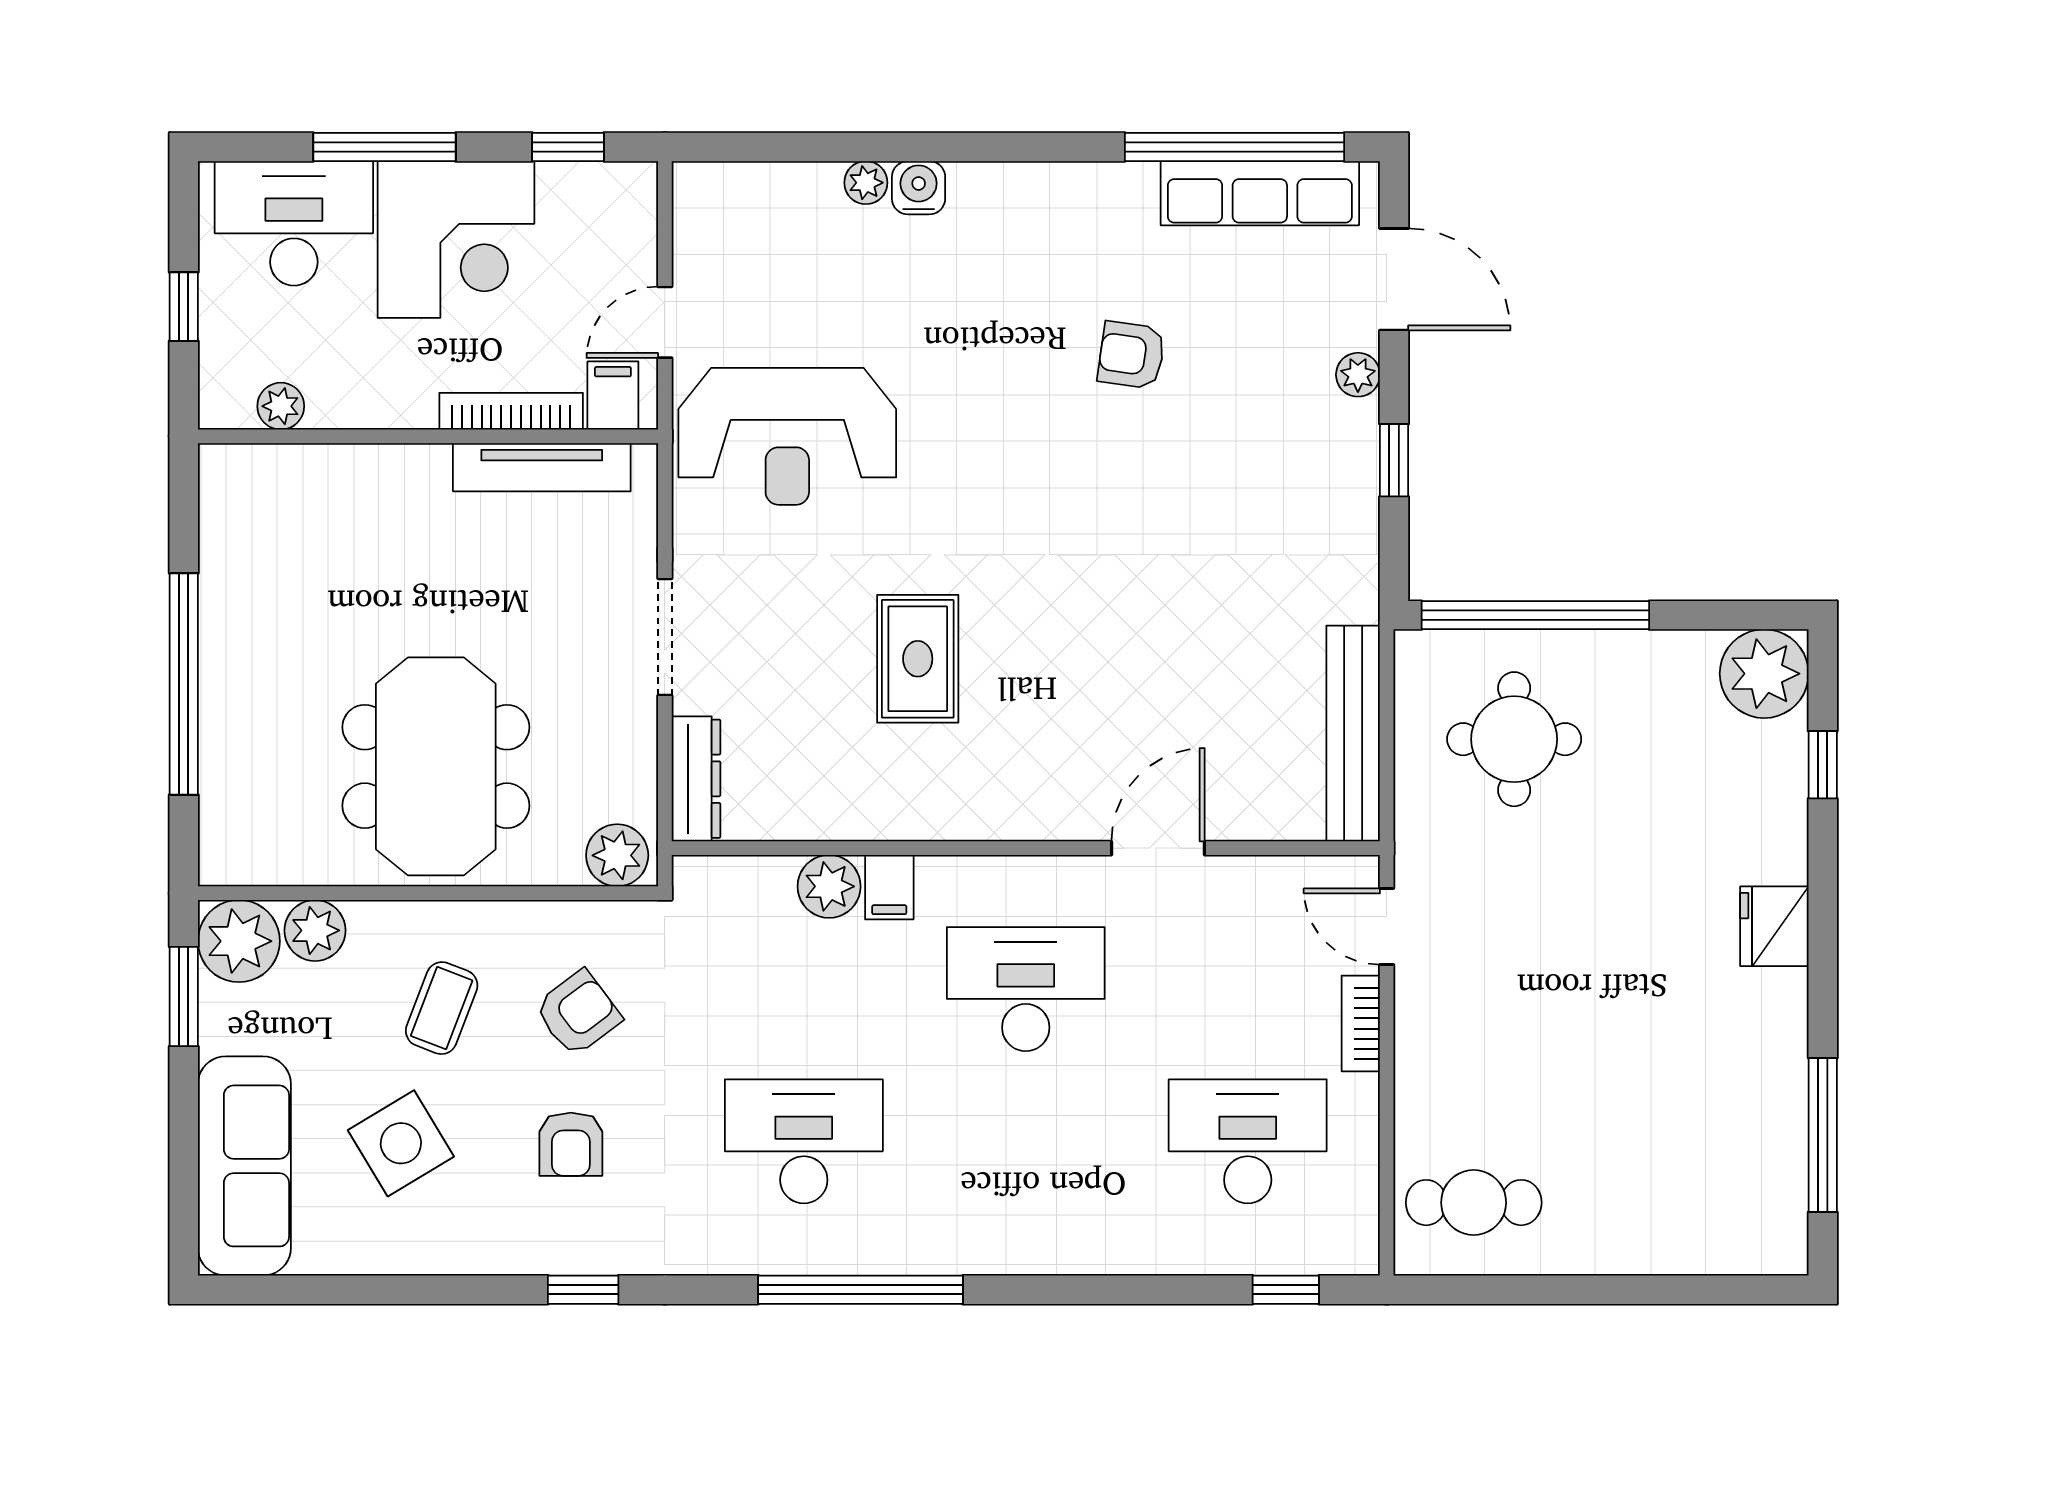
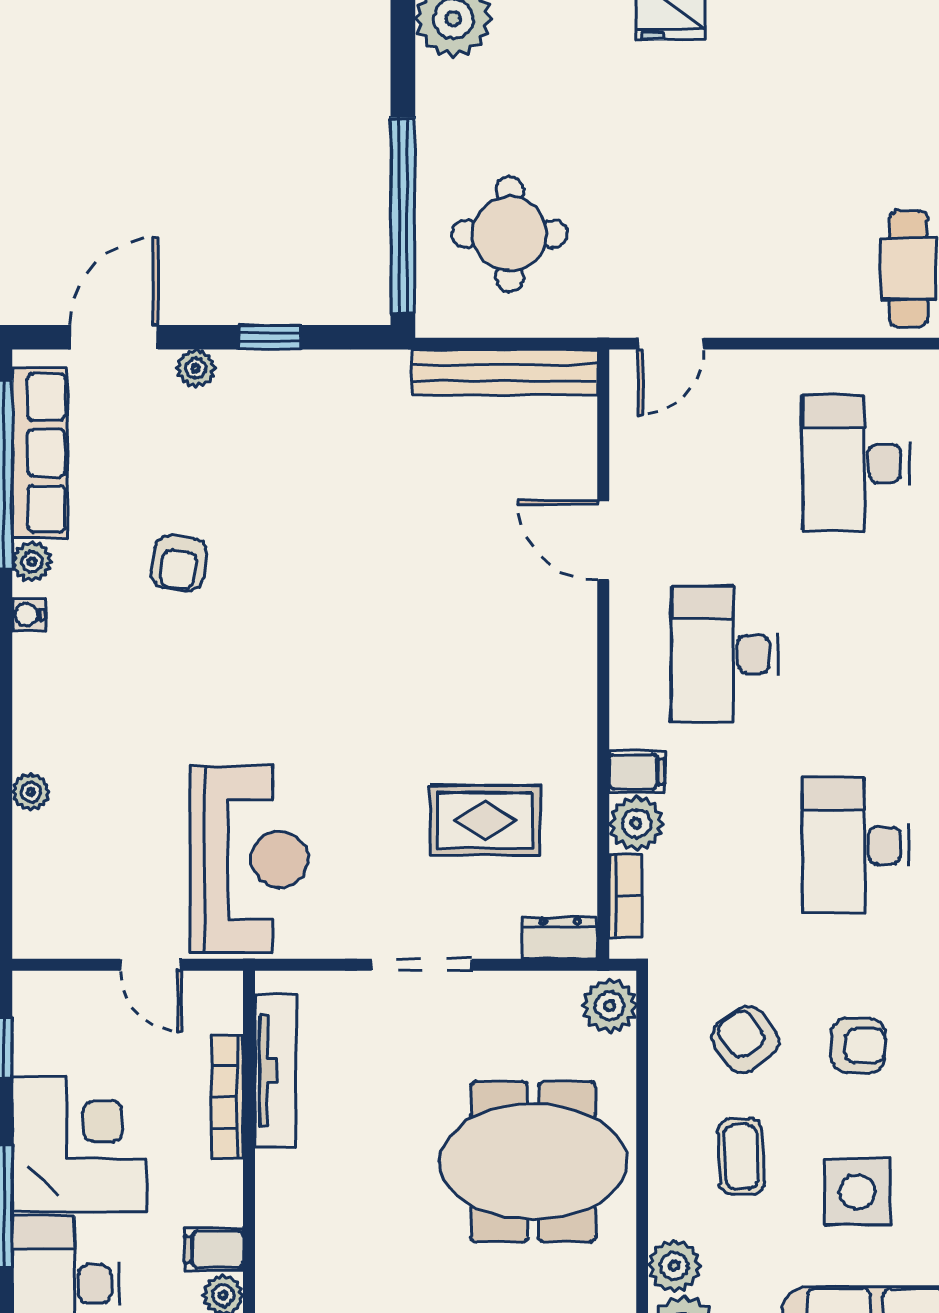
plant: (1133, 184) -> (32, 562), added
water cooler: (919, 188) -> (29, 615), moved, width x0.72, depth x0.72
filing cabinet: (613, 396) -> (214, 1249), moved
rug: (918, 659) -> (485, 820), moved
dresser: (696, 779) -> (560, 938), width x0.70
coffee table: (442, 1008) -> (741, 1157), turned 66
bookcase: (1361, 1023) -> (626, 896), moved, turned -90
side table: (401, 1143) -> (857, 1192), turned 31

